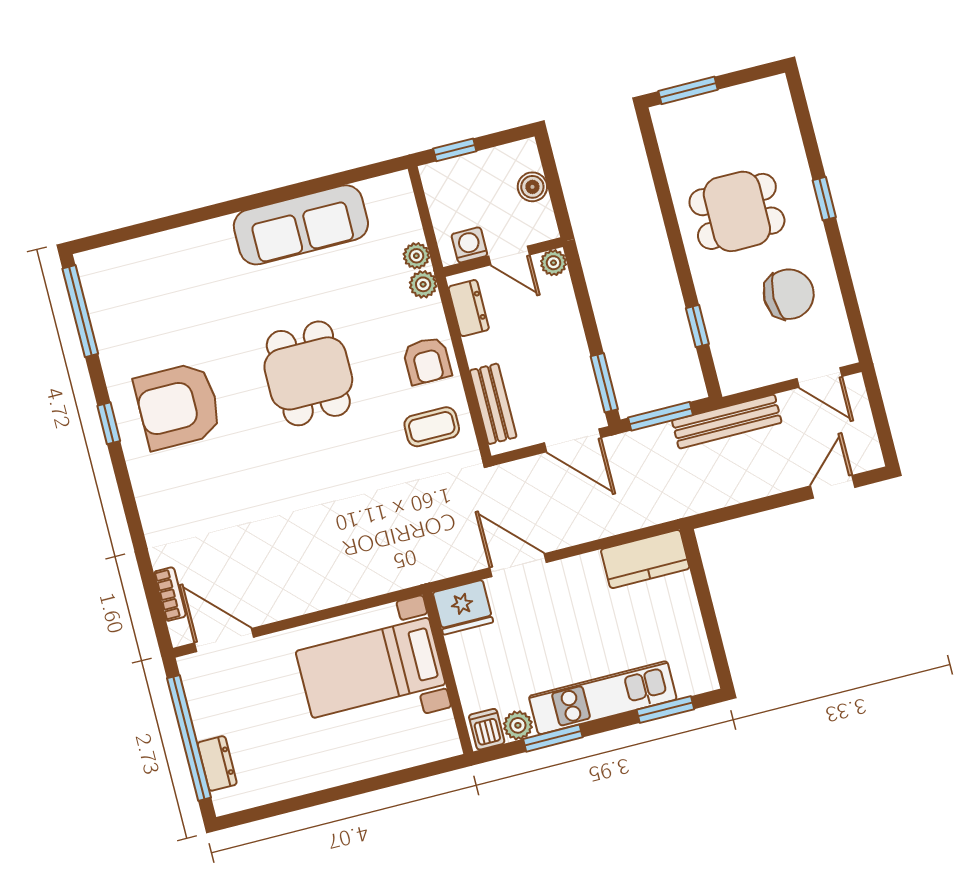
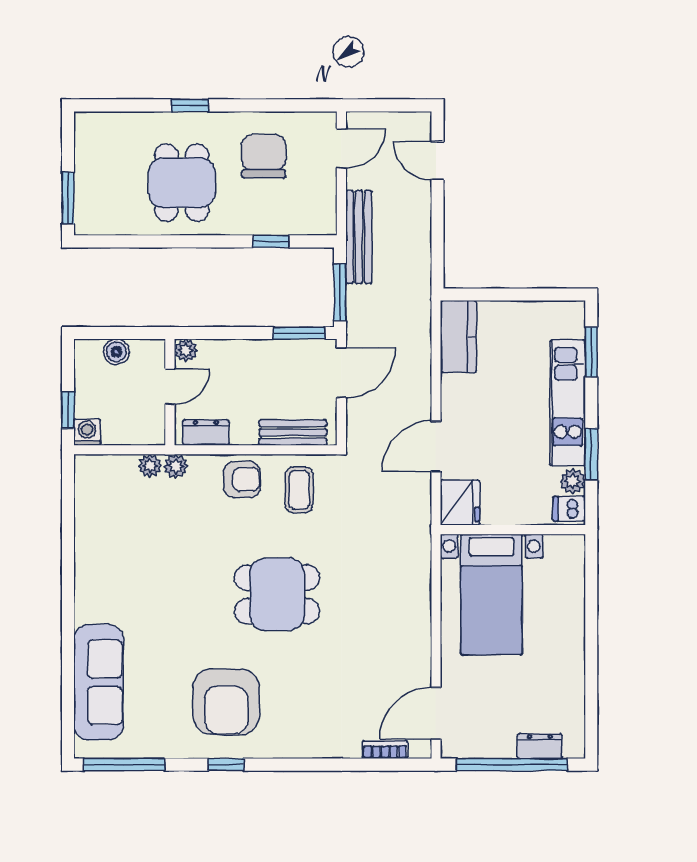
sofa: (301, 225) -> (98, 682), moved
washing machine: (469, 245) -> (87, 432), moved, turned 90
dining table: (308, 373) -> (277, 594), moved

